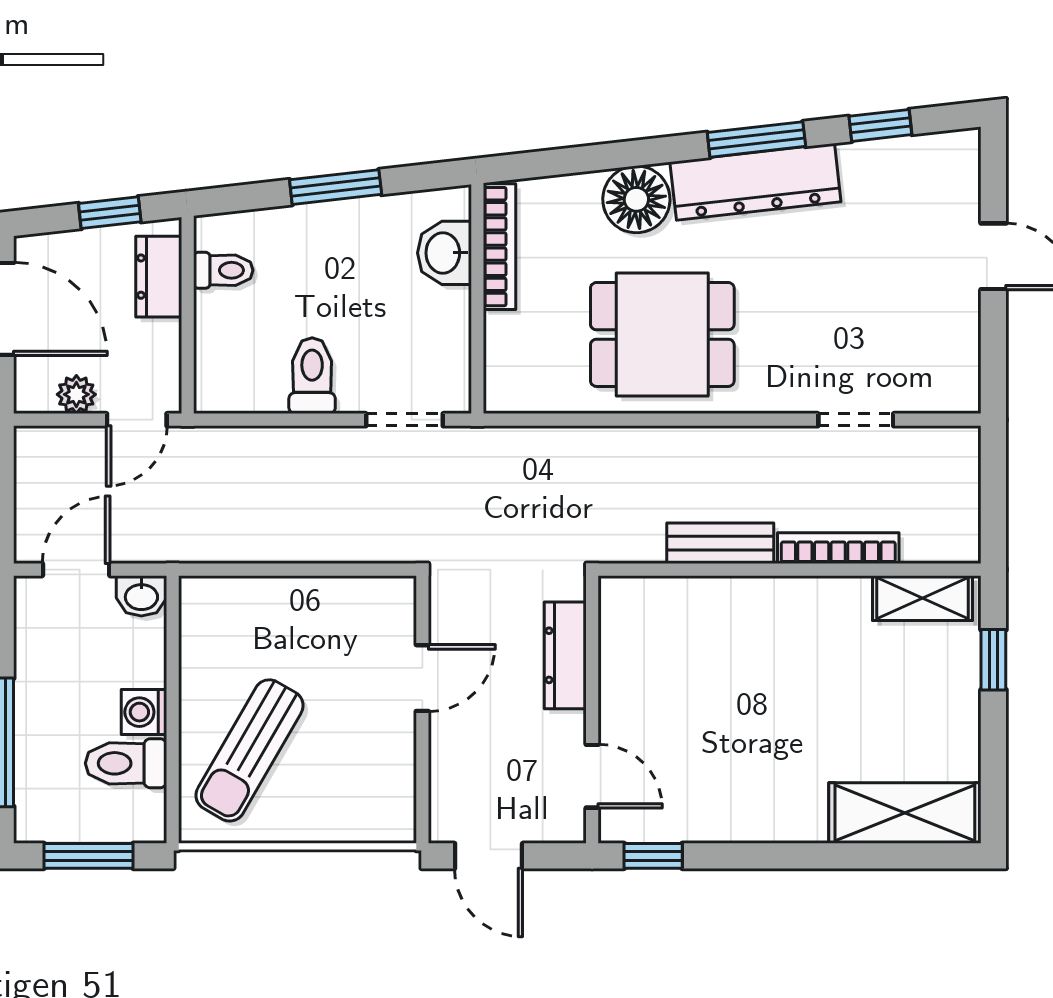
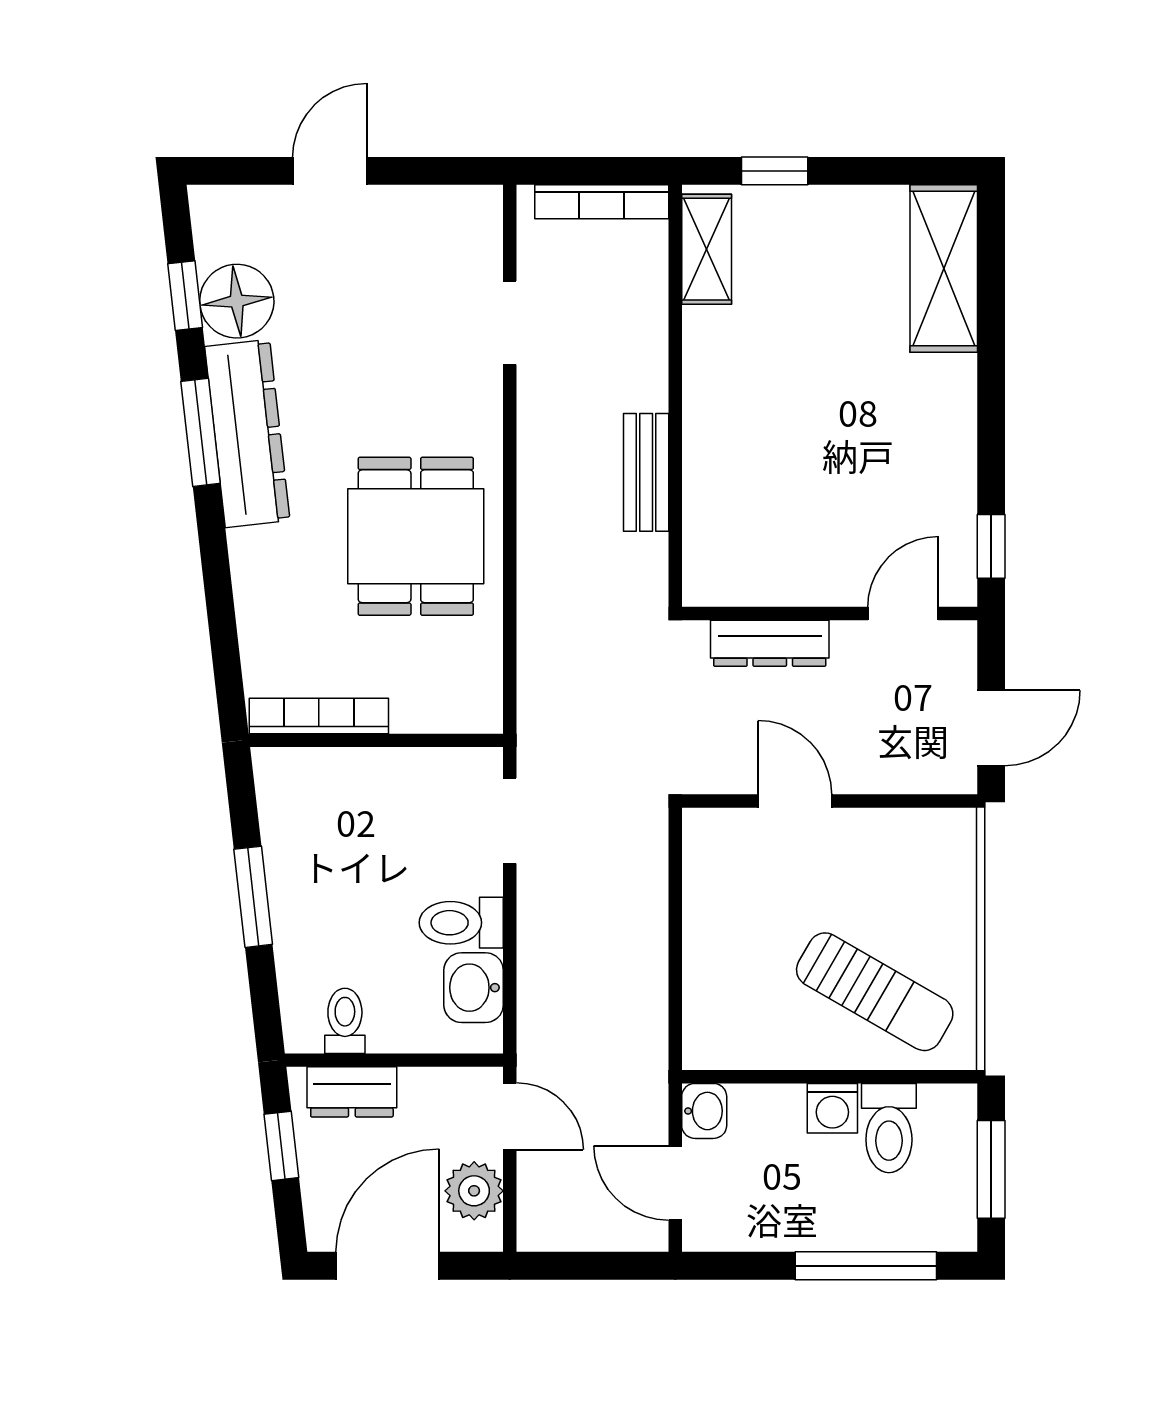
floor lamp: (636, 199) -> (237, 301), moved
washbasin: (444, 253) -> (474, 988), moved, turned 90
plant: (76, 394) -> (474, 1191), width x1.38, depth x1.38
bookcase: (838, 548) -> (602, 202), moved, turned -90

